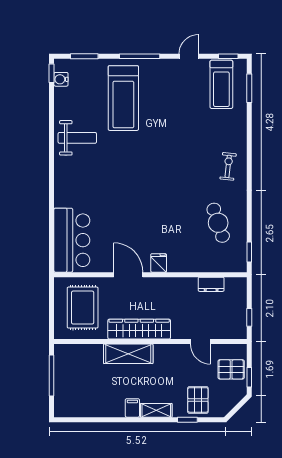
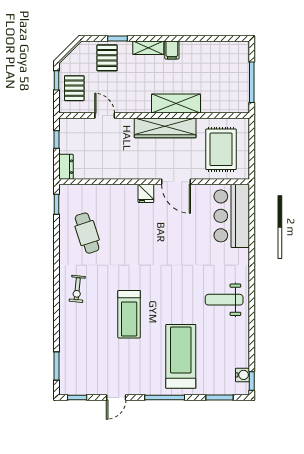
treadmill: (221, 84) -> (129, 314), moved, turned 180
weight bench: (77, 138) -> (224, 300), moved
dresser: (211, 284) -> (66, 167), moved, turned 90
pallet: (231, 369) -> (74, 88), turned 90

